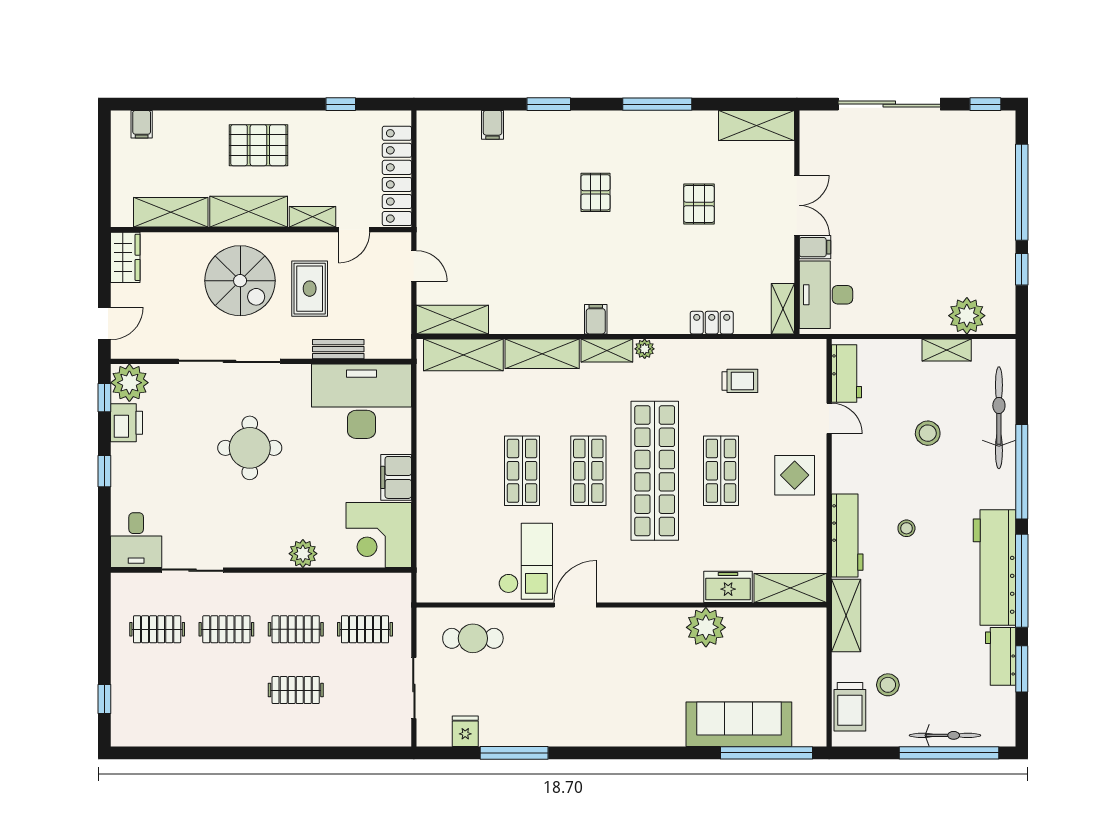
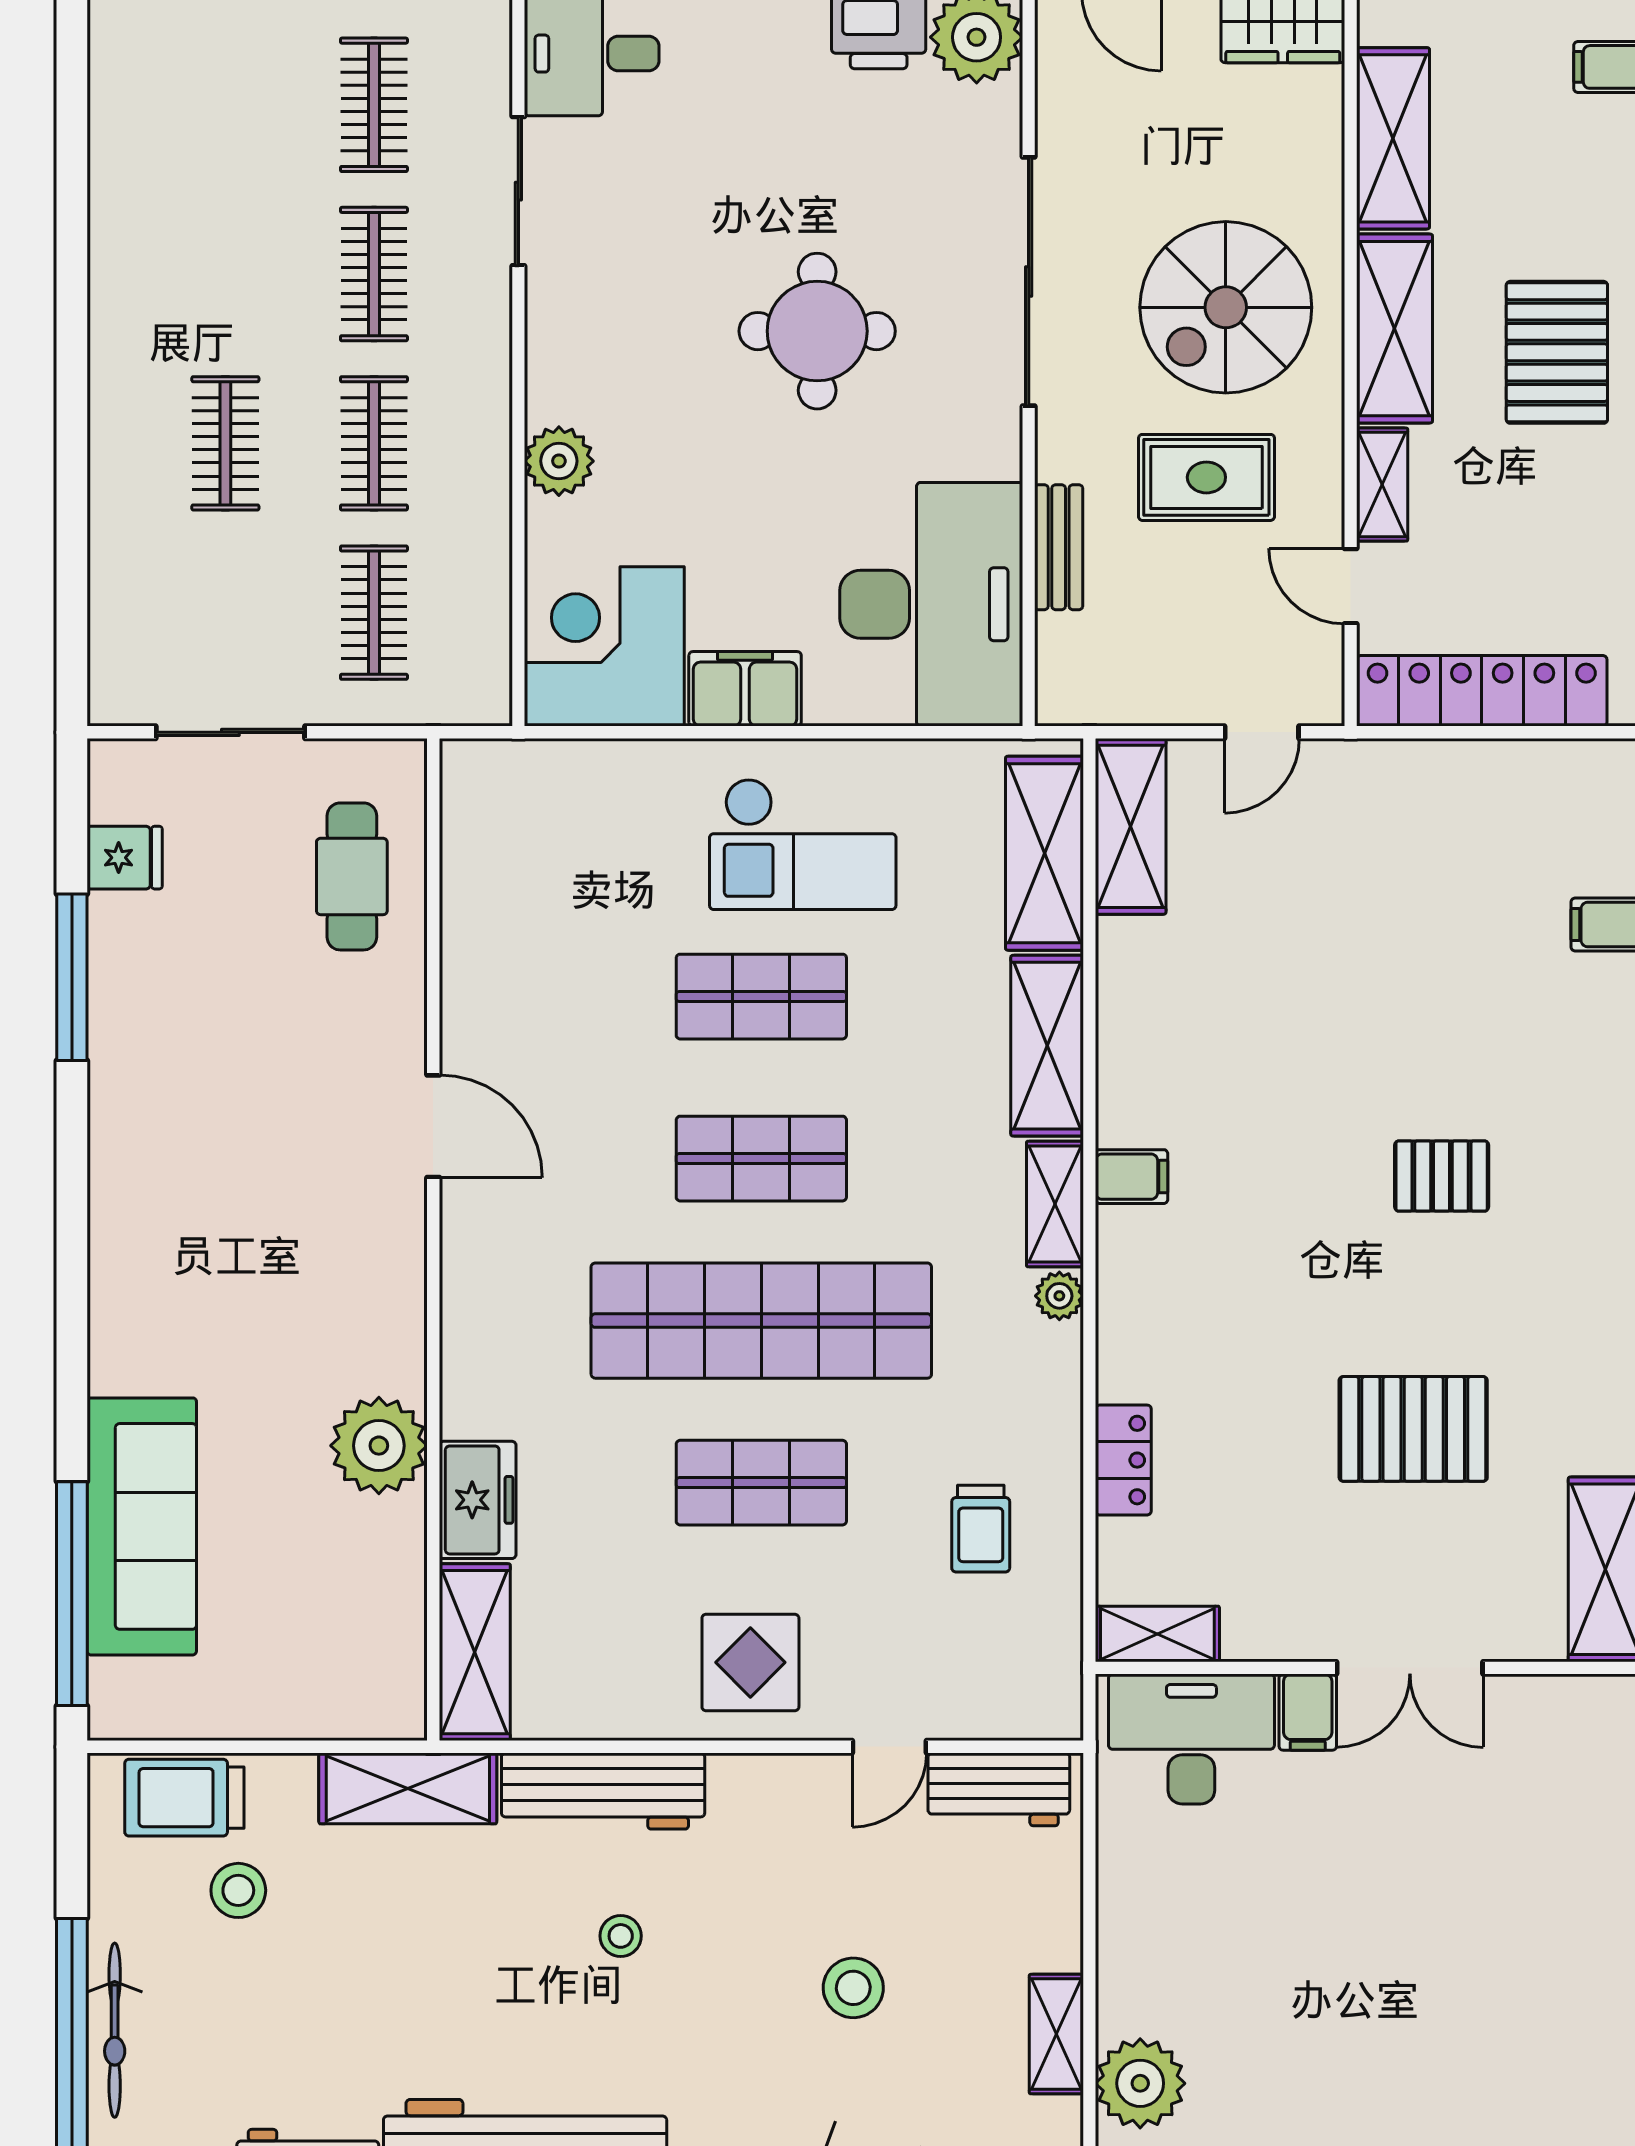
pallet: (699, 204) -> (1413, 1429), width x1.50, depth x1.42
checkout: (526, 561) -> (803, 844), moved

